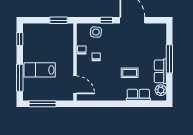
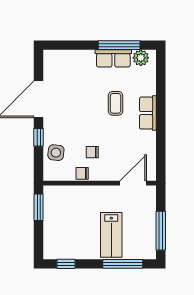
window: (169, 59) -> (119, 45), moved
row of seats: (138, 95) -> (148, 113), moved

